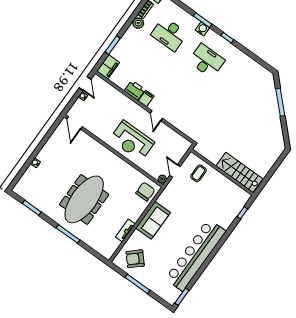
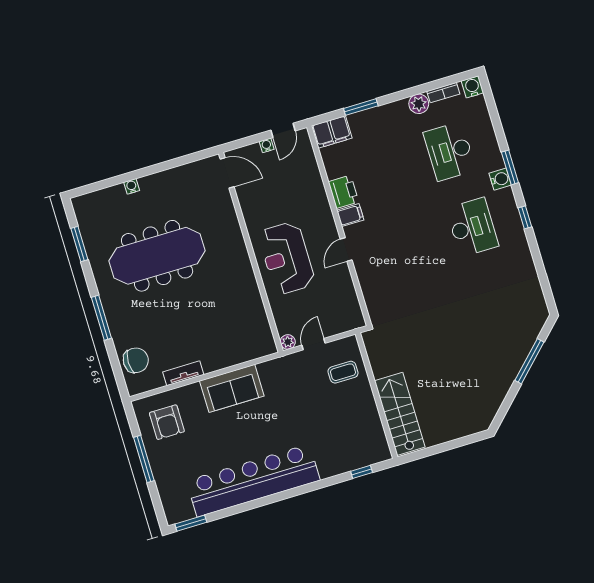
door: (74, 123) -> (227, 173), swing flipped
chair: (145, 192) -> (136, 360), moved
meeting table: (84, 199) -> (157, 256), moved
armchair: (135, 259) -> (167, 422), turned -138

